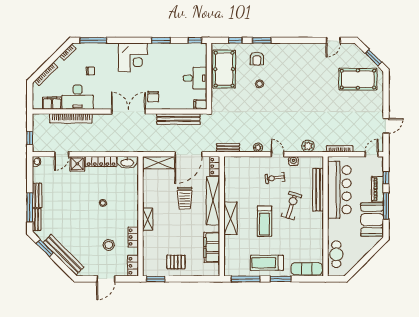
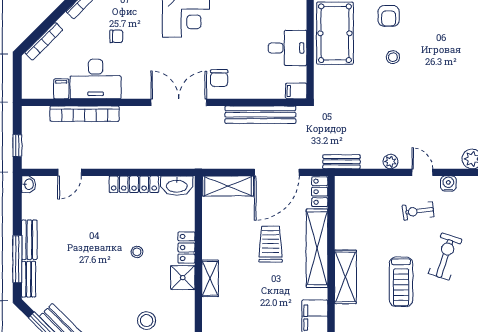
filing cabinet: (52, 103) -> (61, 89), width x0.50
shower: (77, 164) -> (183, 278), moved
trolley: (185, 198) -> (271, 244), turned 180
locker: (133, 237) -> (186, 247), moved

